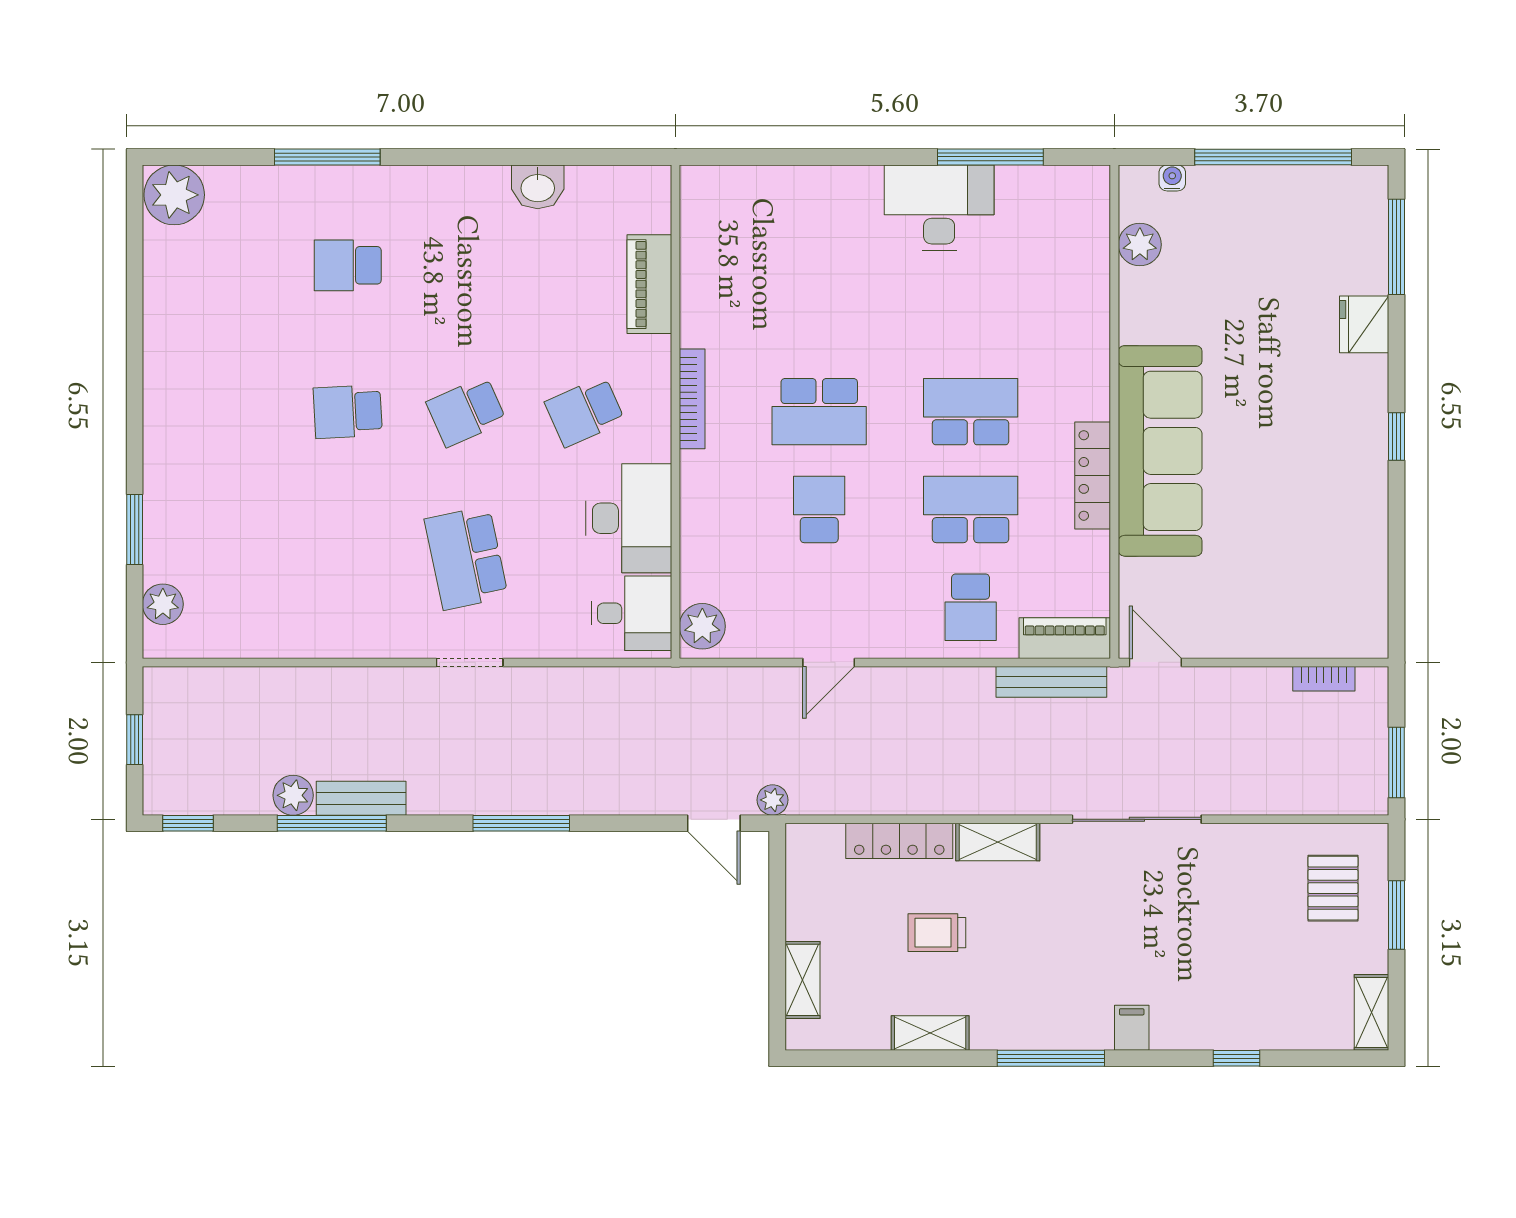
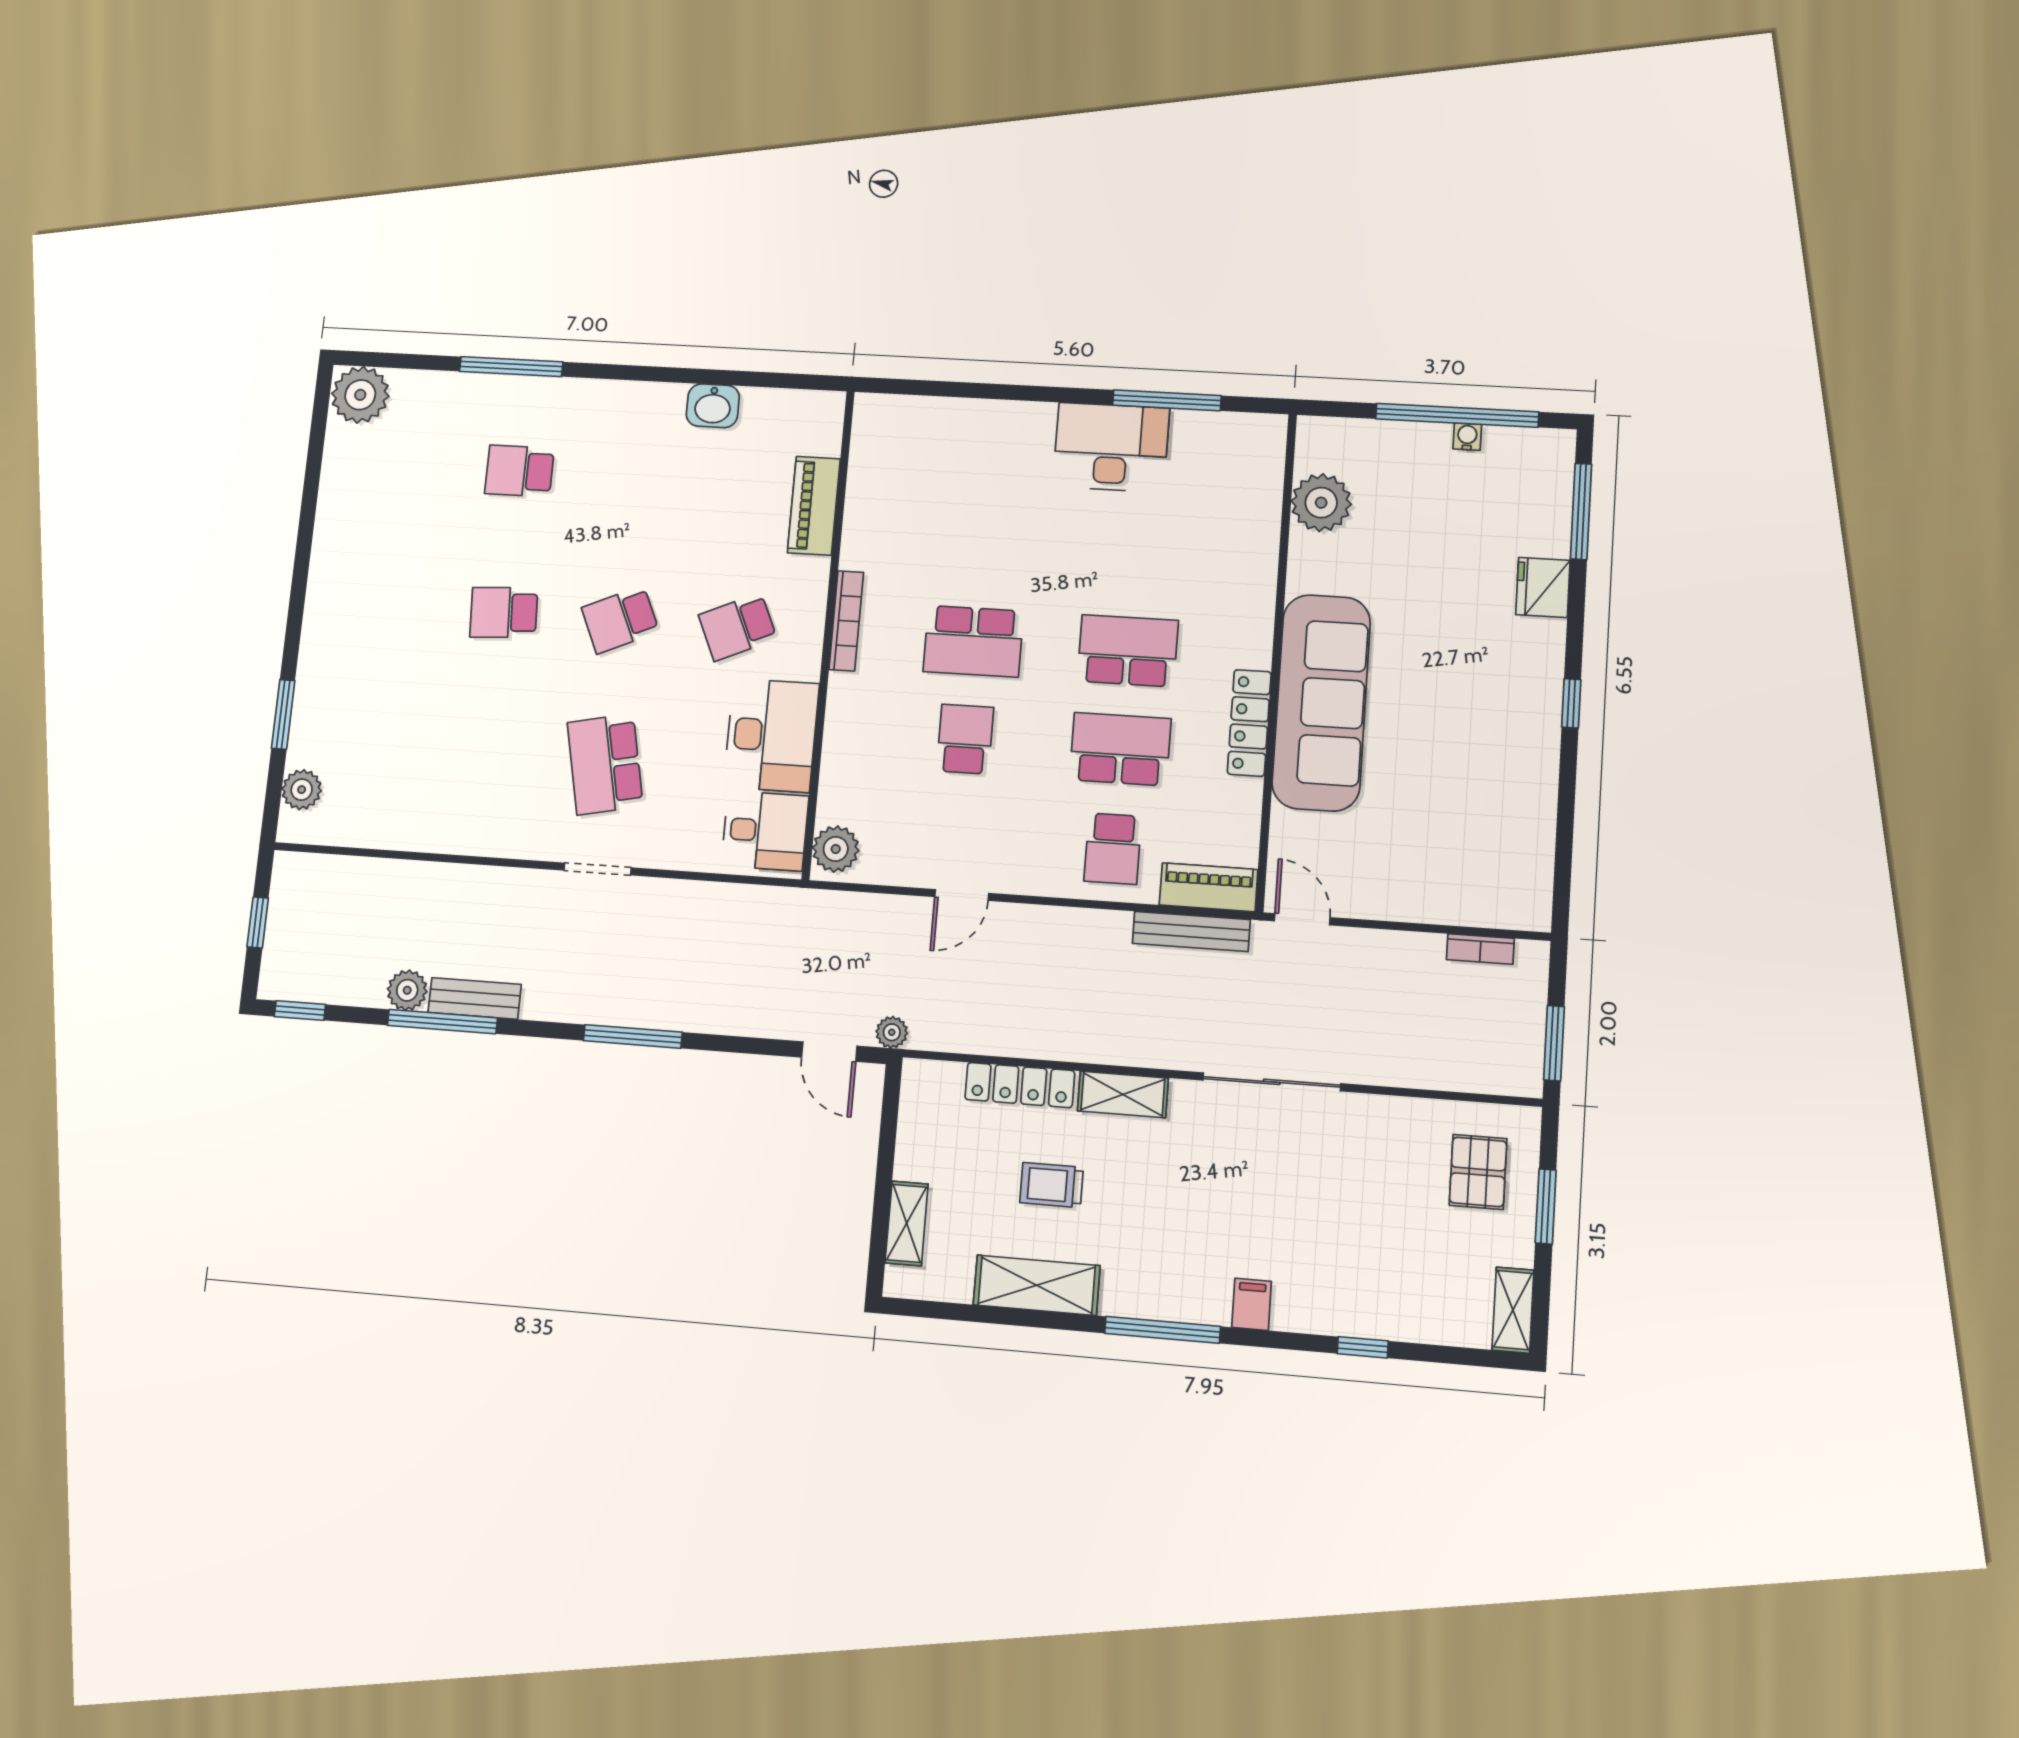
water cooler: (1172, 178) -> (1467, 437), moved
plant: (1140, 245) -> (1321, 503), width x1.36, depth x1.36
shelving: (930, 1033) -> (1037, 1285), width x1.50, depth x1.33

